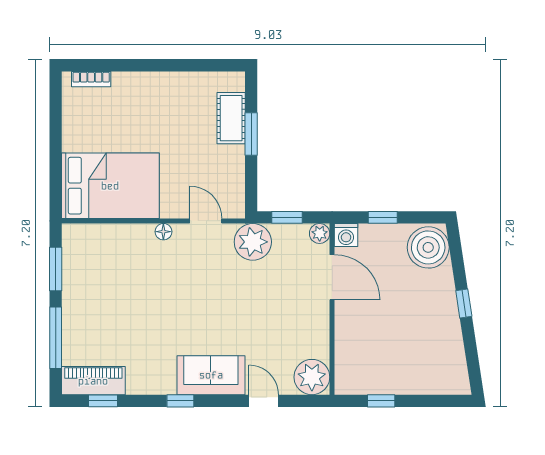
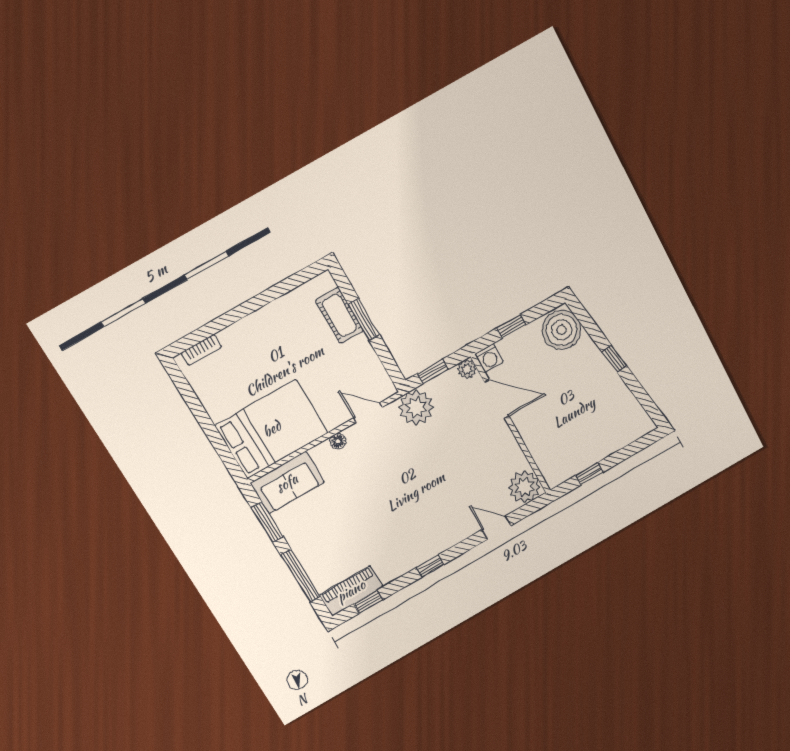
sofa: (211, 375) -> (287, 483), moved, turned 180

